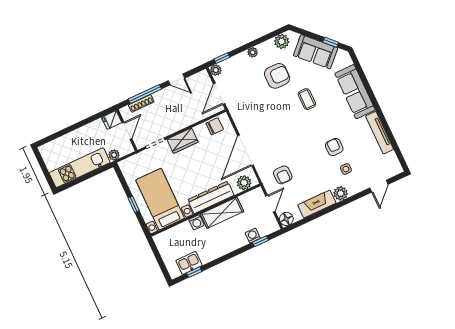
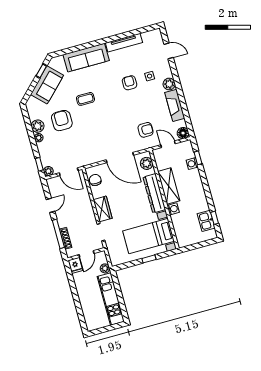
plant: (282, 41) -> (38, 126), moved
door: (127, 131) -> (87, 254), swing flipped
armchair: (334, 147) -> (130, 83), turned 90

